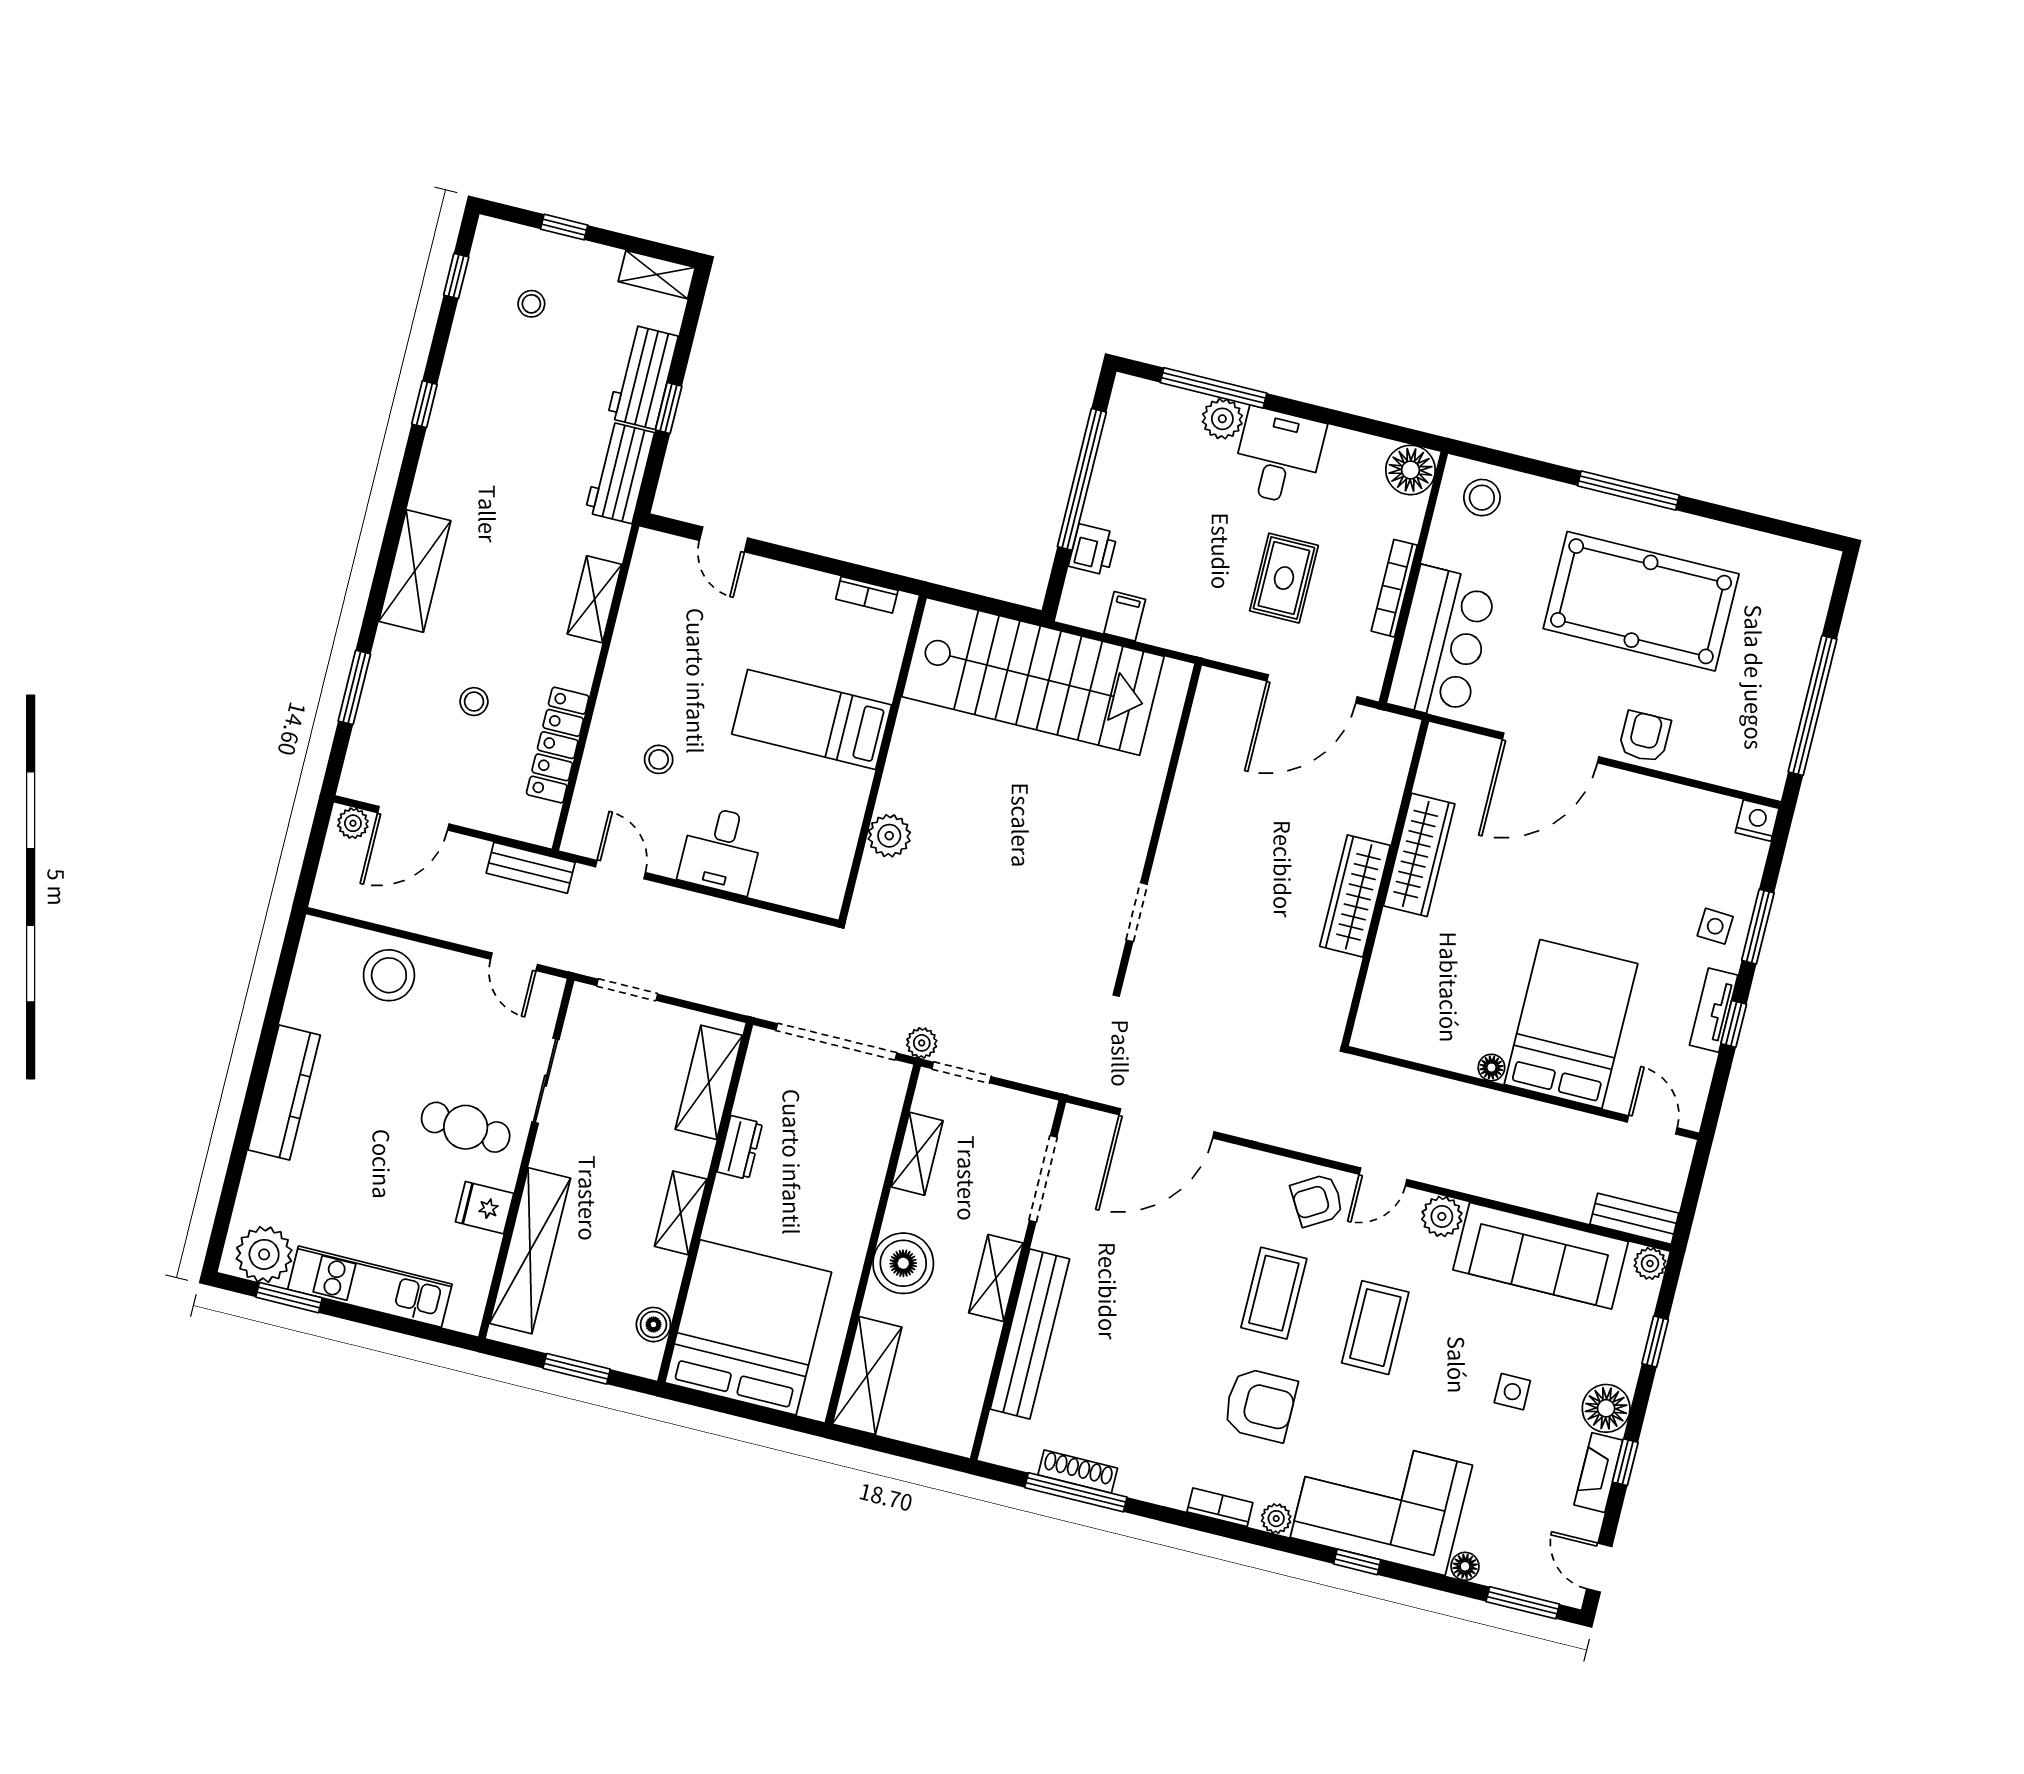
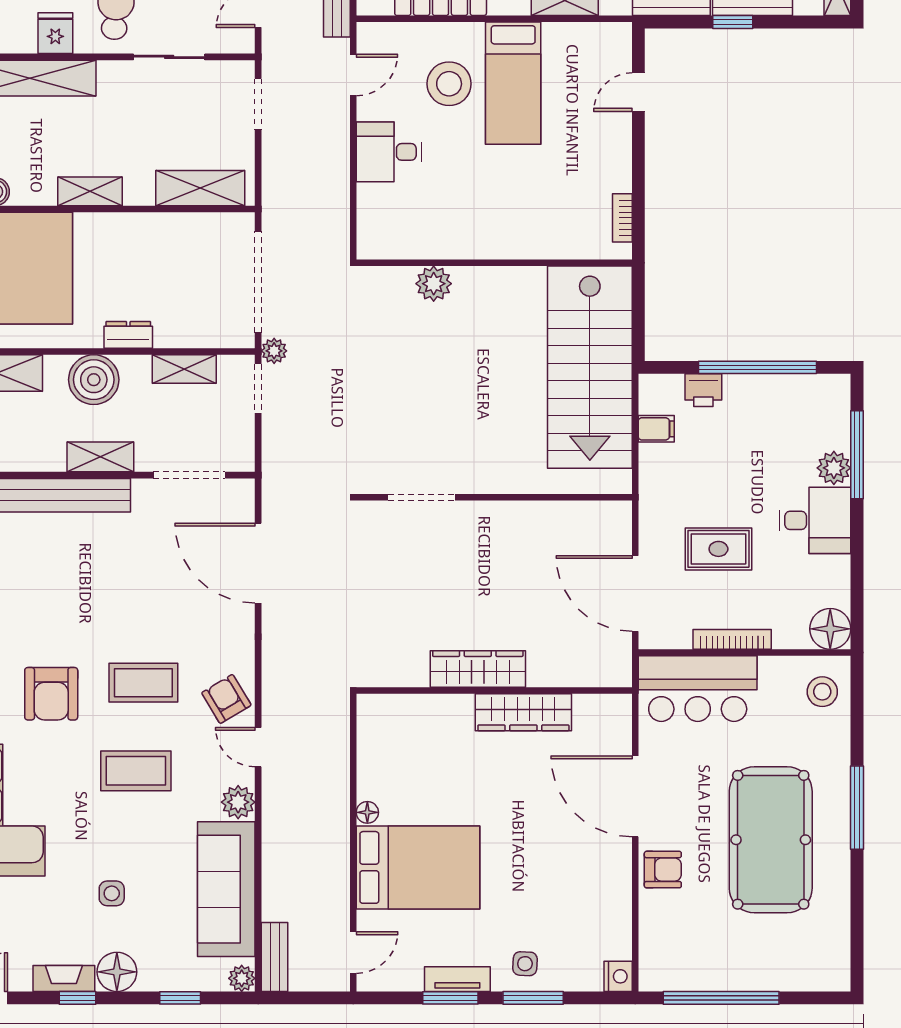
bed: (812, 720) -> (513, 83), moved, turned 180
stool: (659, 759) -> (449, 84), width x1.89, depth x1.89
doorway: (1137, 912) -> (422, 497), width x1.38
window: (1734, 1024) -> (450, 998), width x1.50
dresser: (740, 1147) -> (128, 335), moved, turned 180

